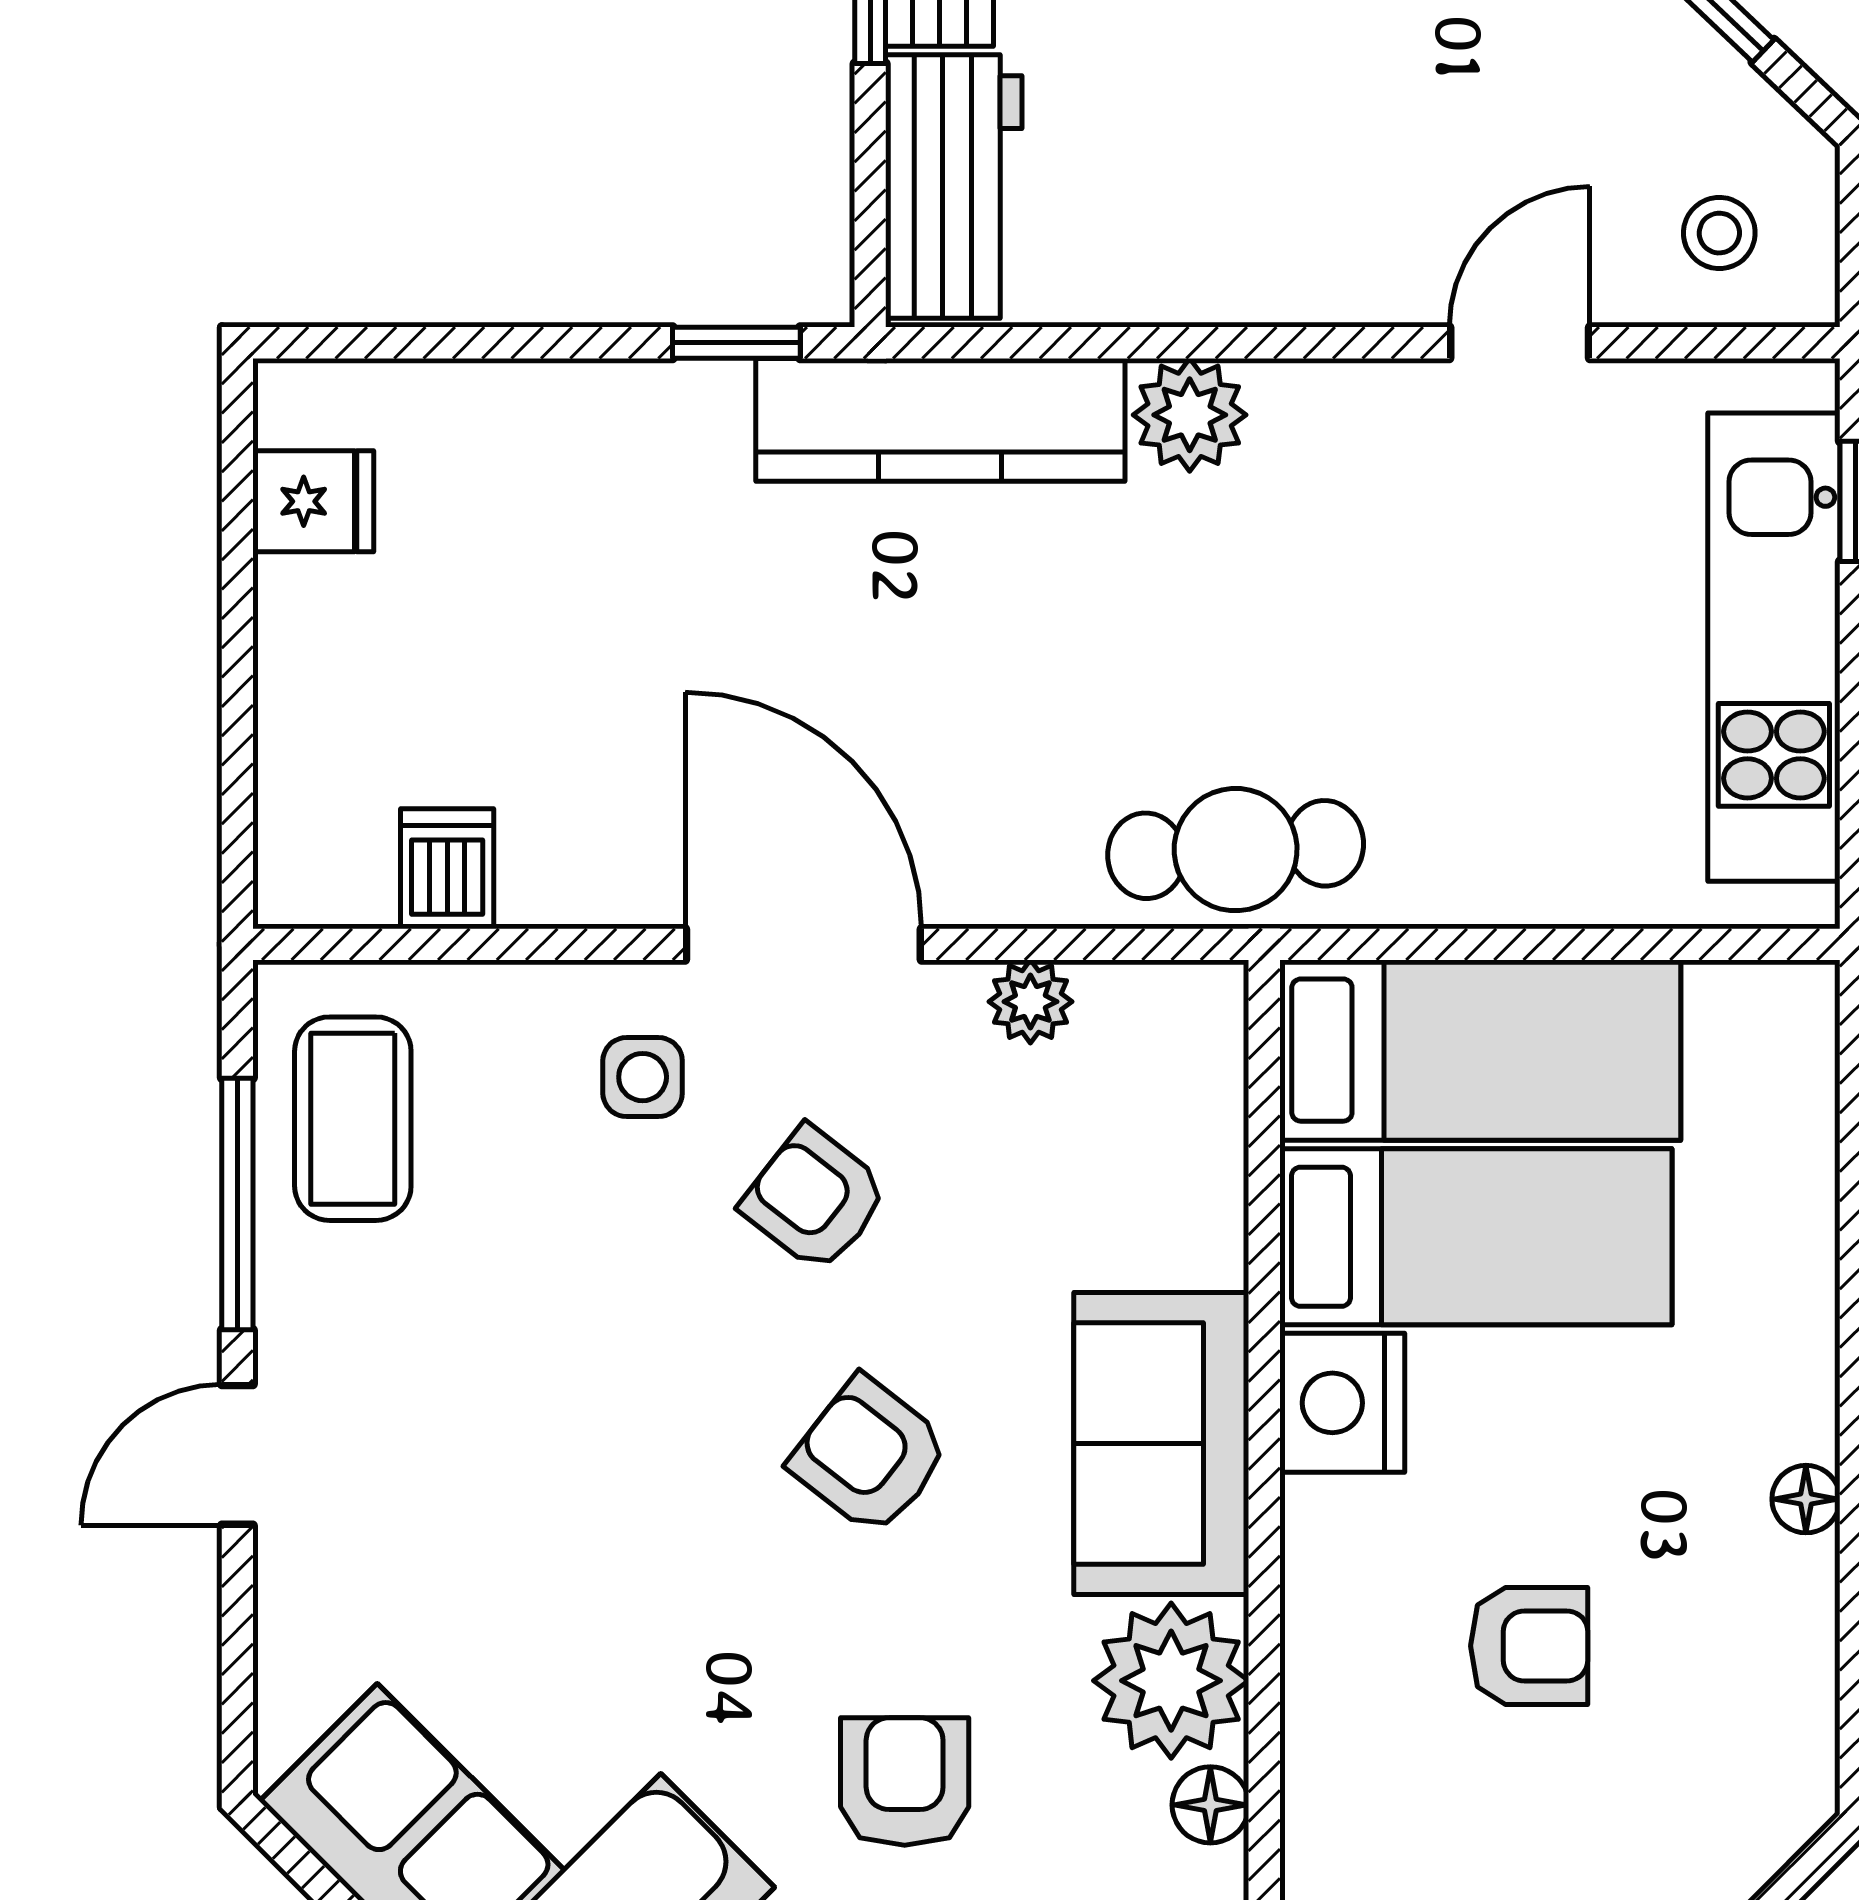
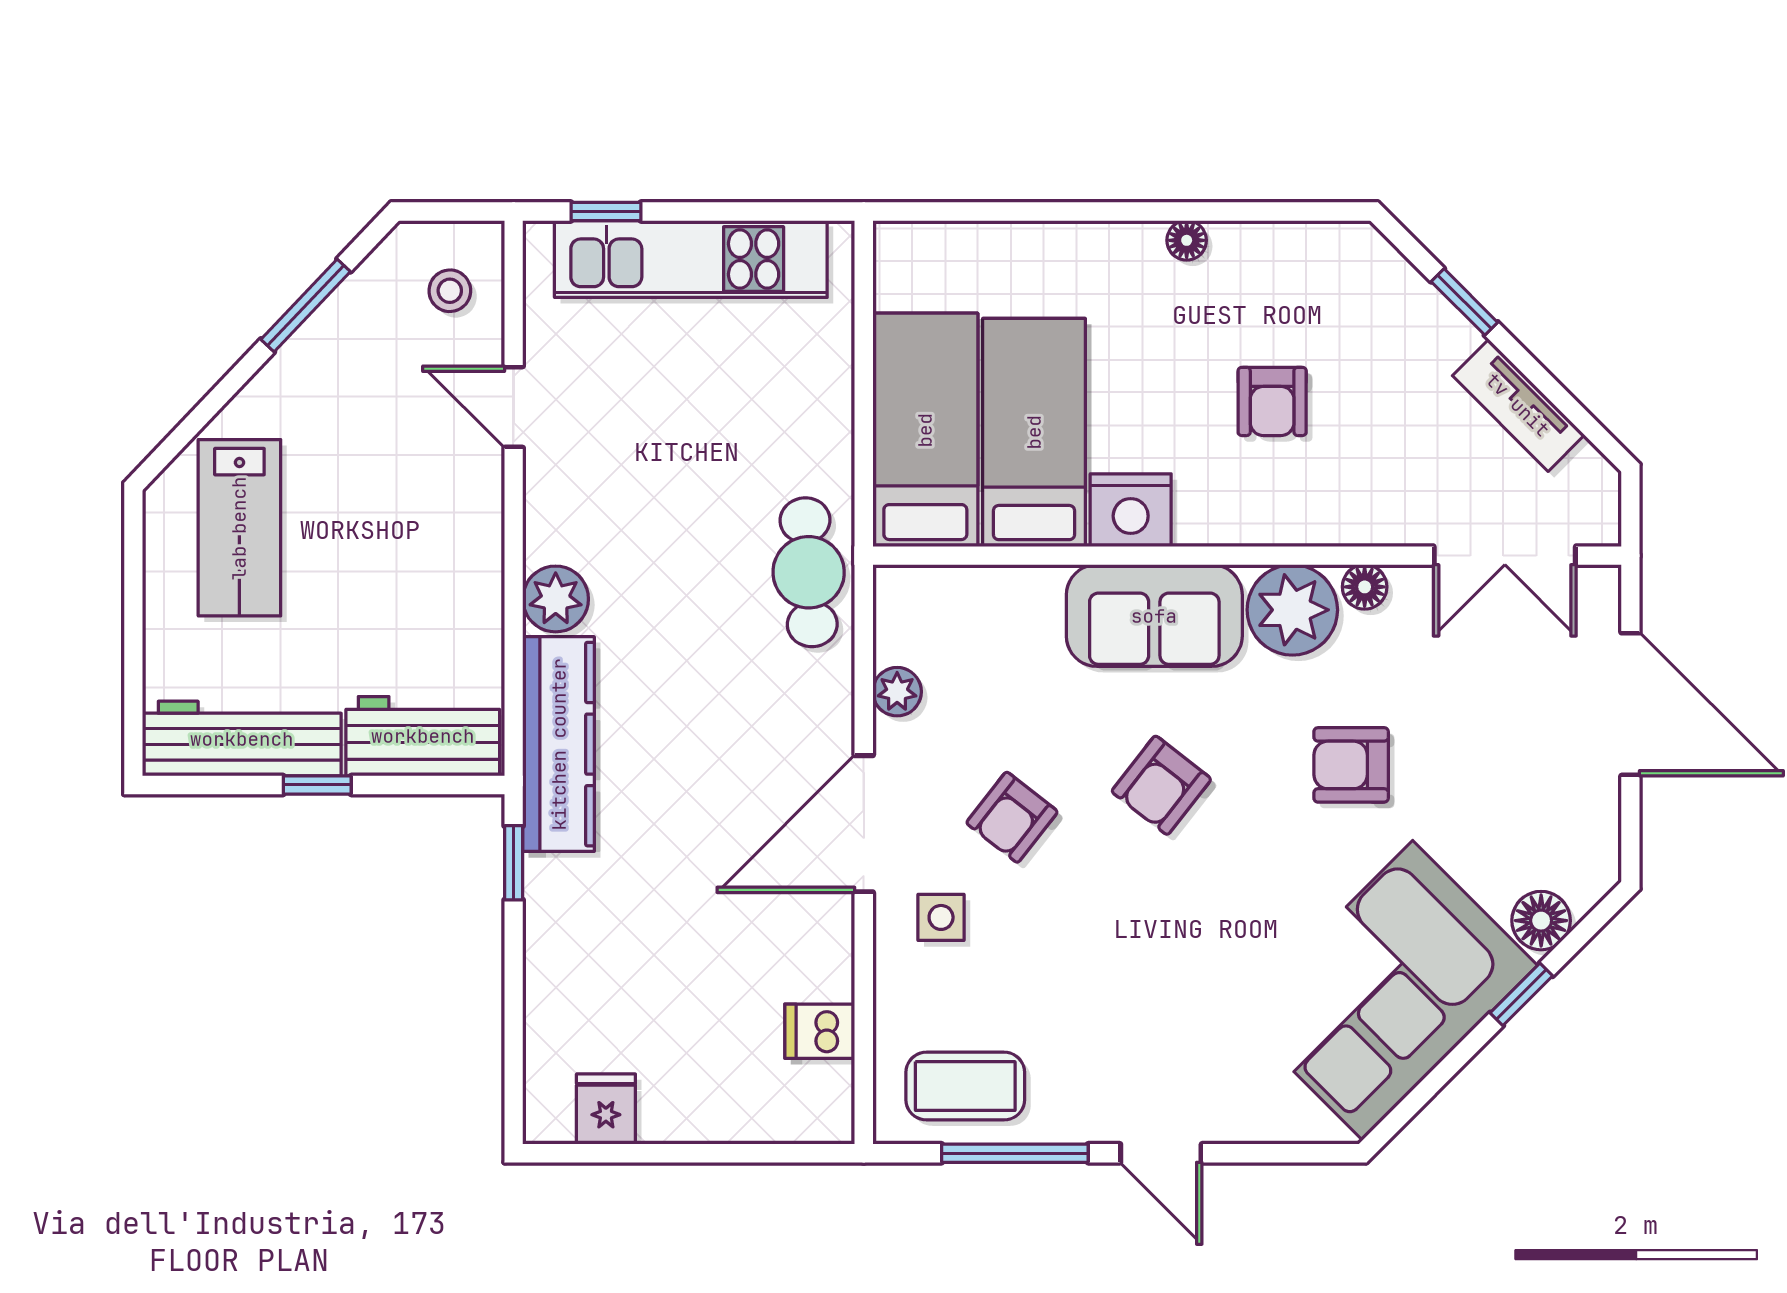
armchair: (1529, 1646) -> (1272, 401), turned 180

